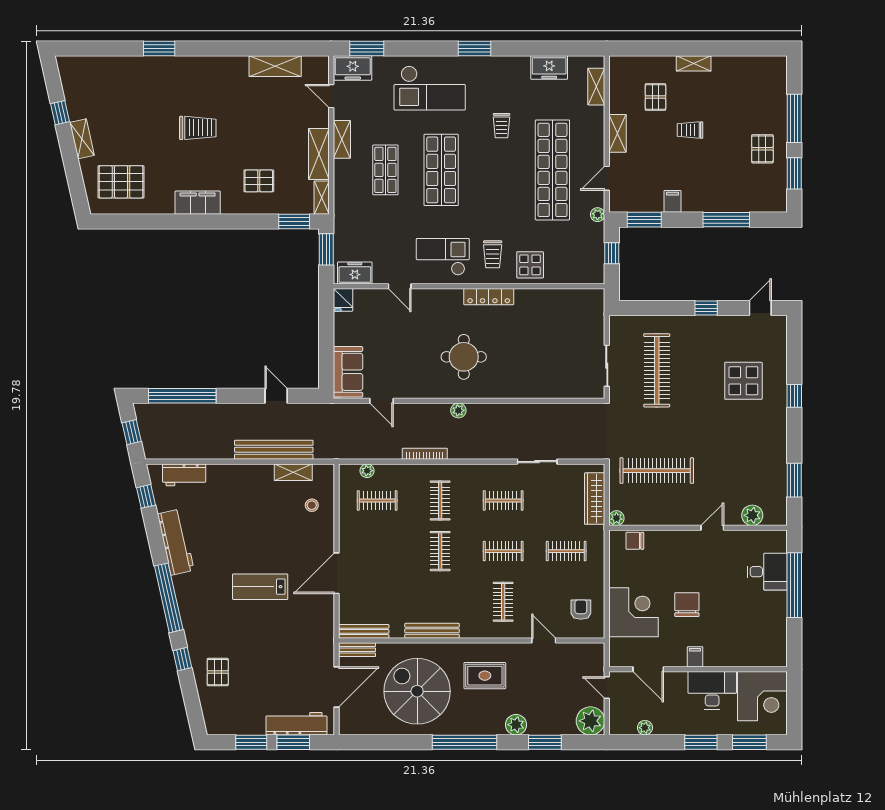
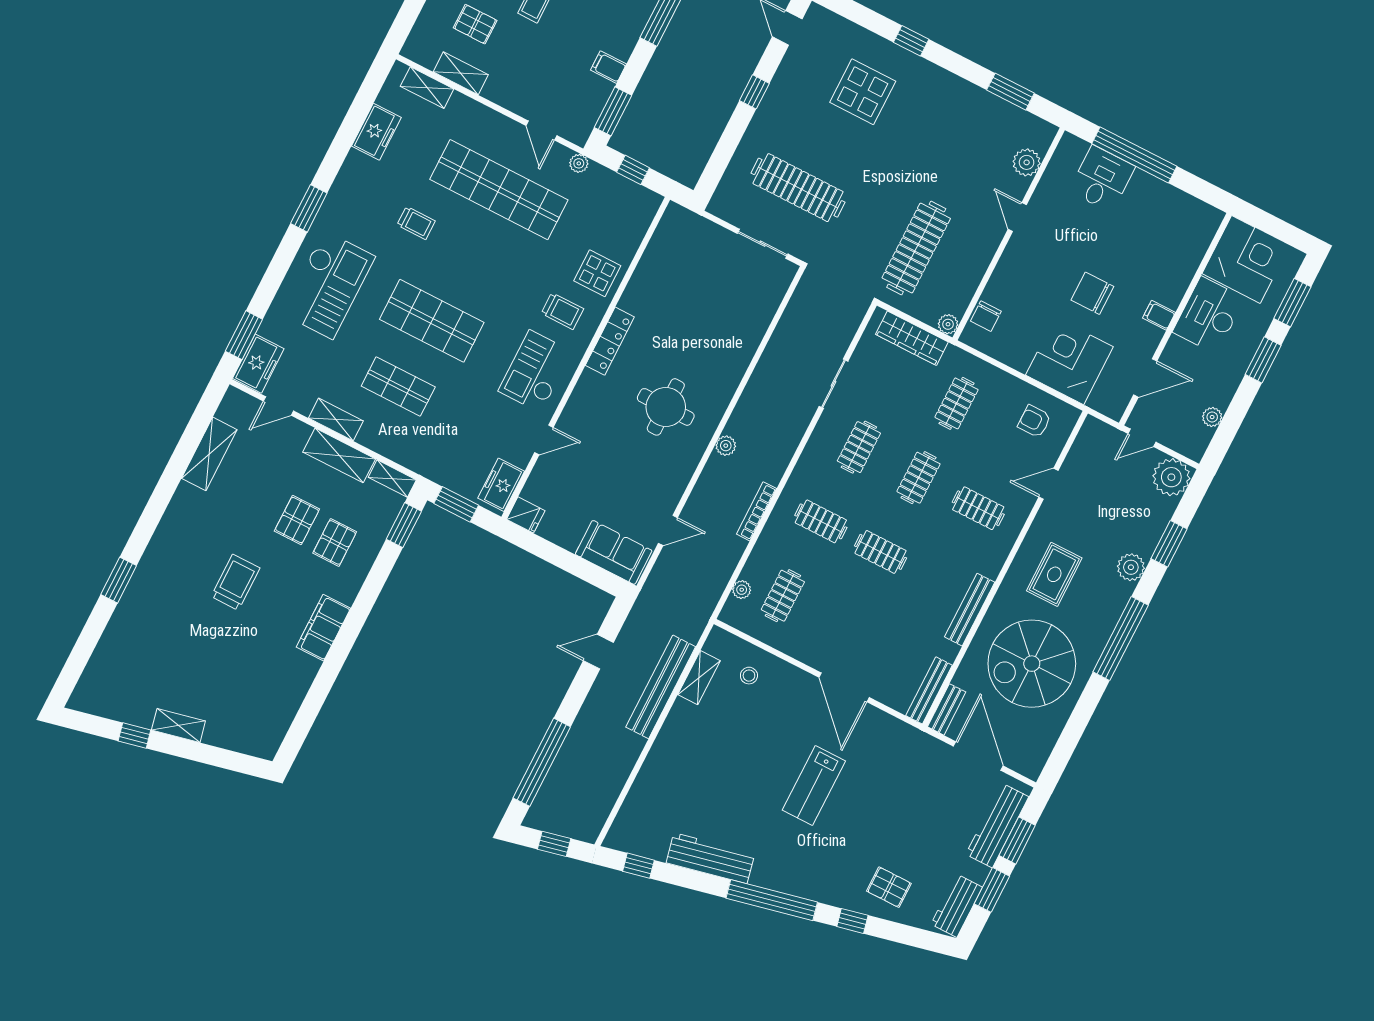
shelving: (617, 133) -> (461, 73), moved
pallet: (121, 182) -> (297, 520), moved, width x0.67, depth x0.71
workbench: (184, 475) -> (957, 906), moved, turned 180

